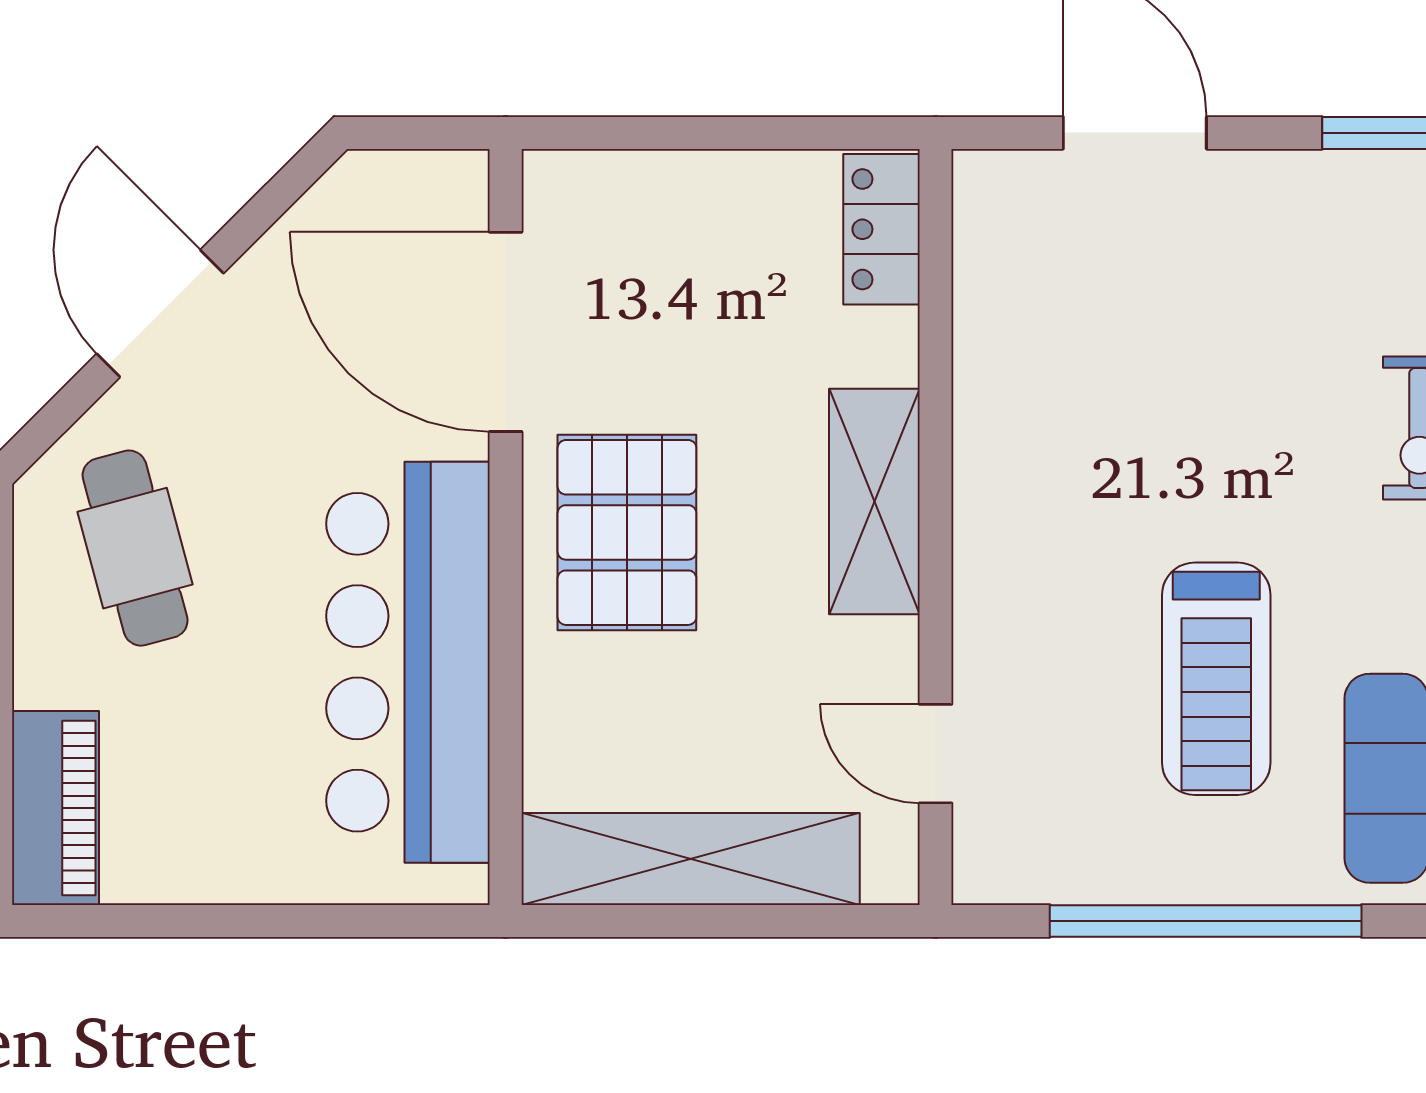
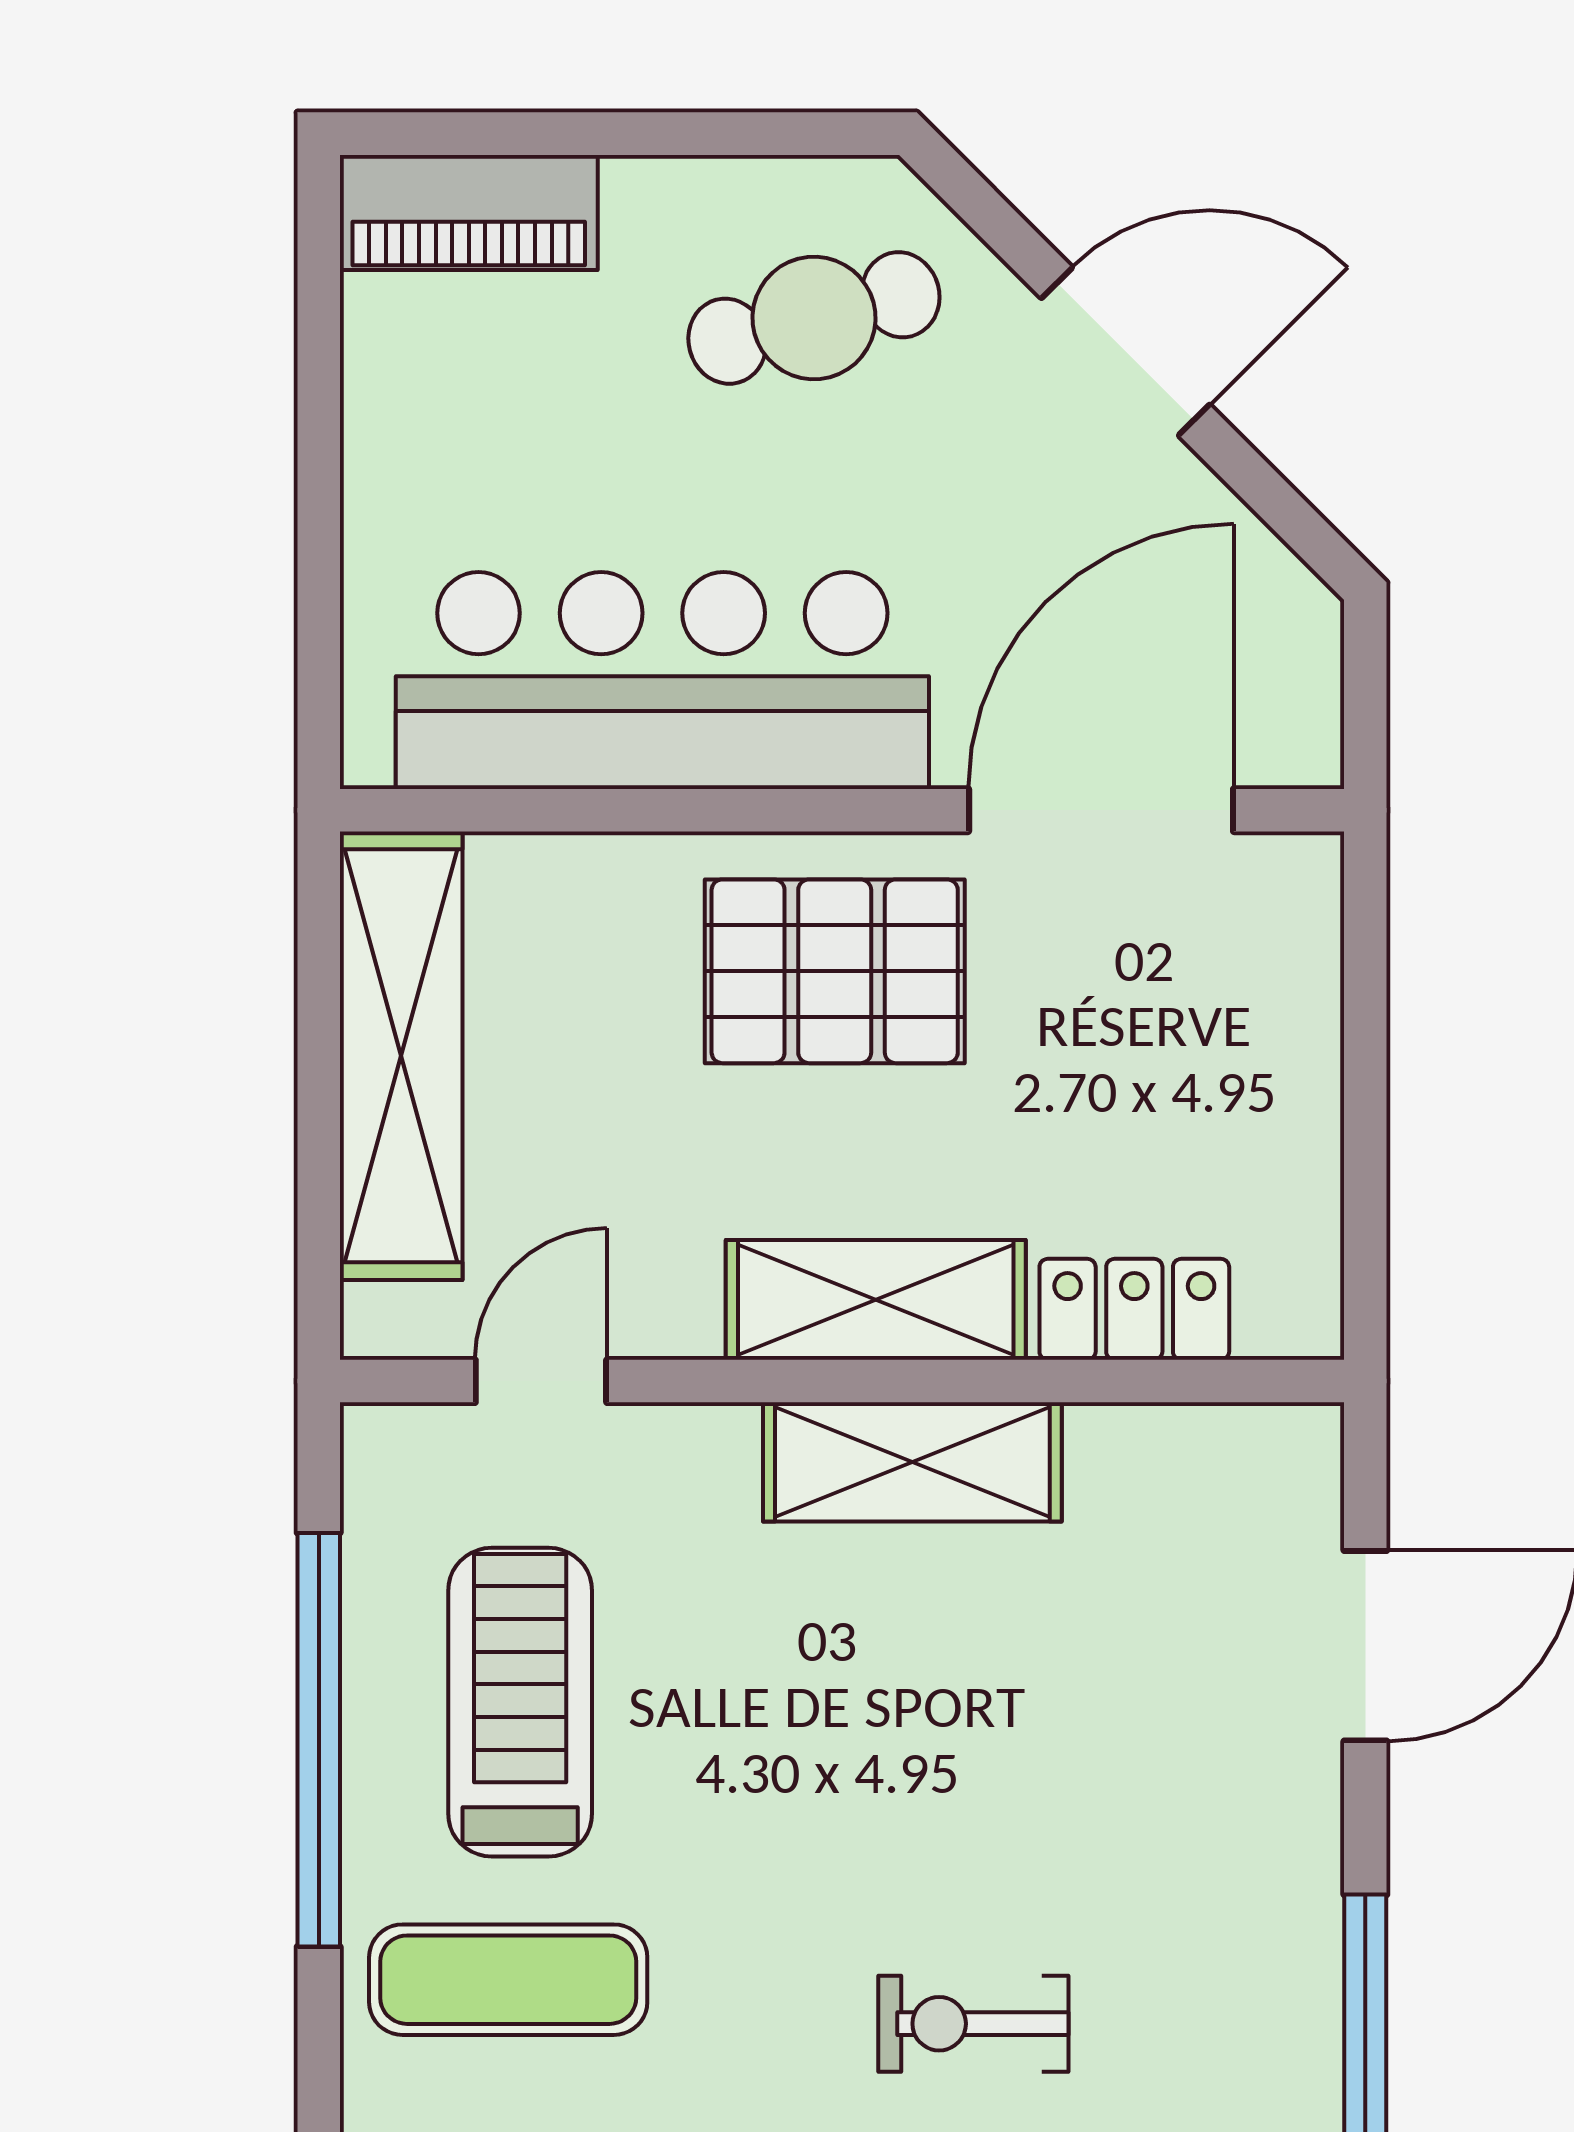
locker: (881, 229) -> (1134, 1309), moved
shelving: (996, 474) -> (912, 1462), added
treadmill: (1216, 679) -> (520, 1702), moved, turned 90

